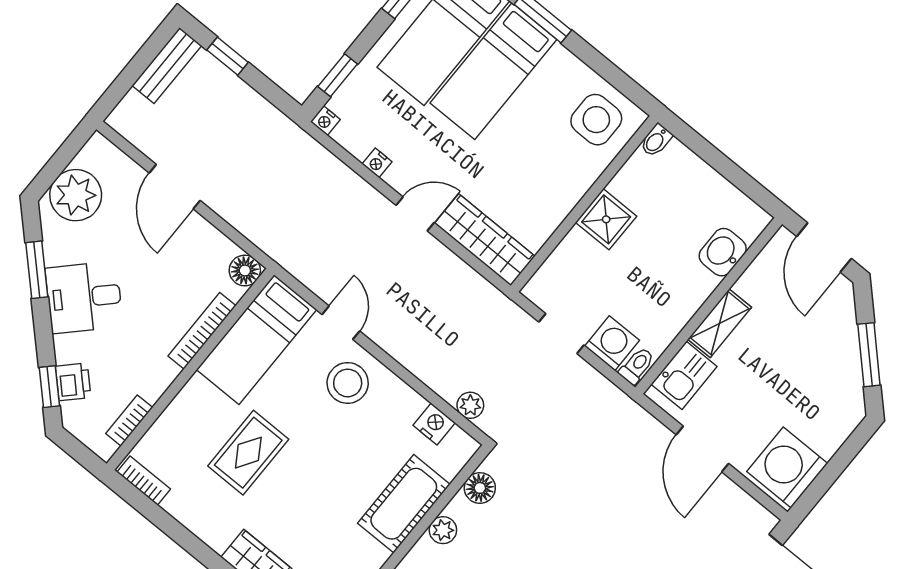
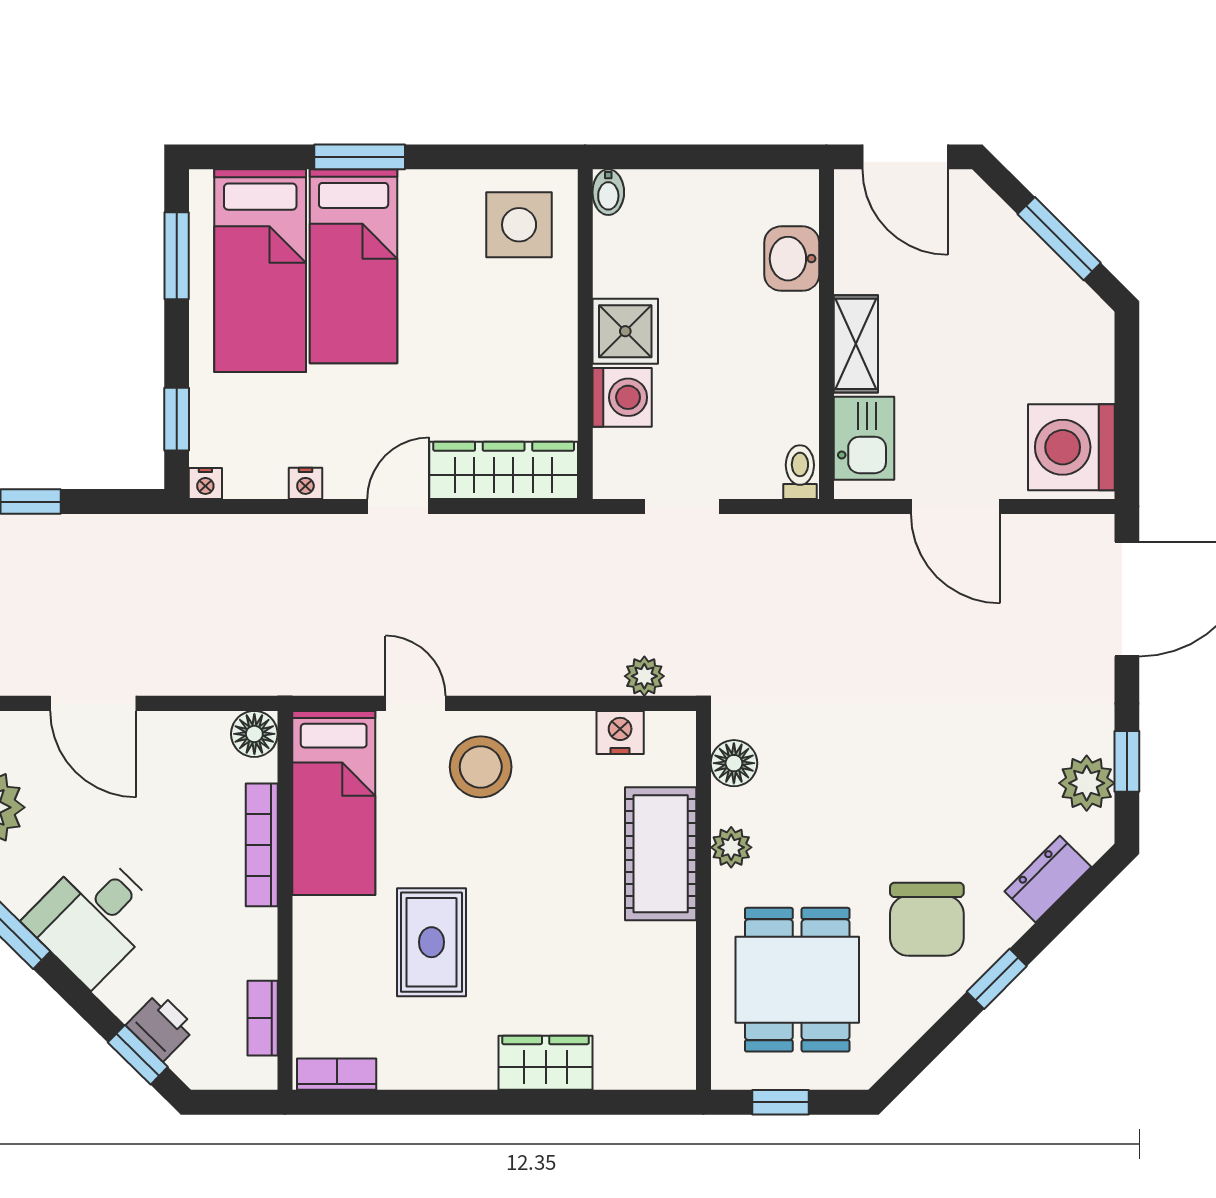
washing machine: (612, 343) -> (622, 397), moved, turned 90

